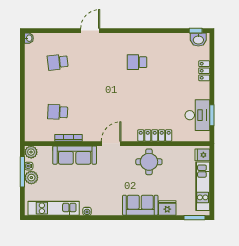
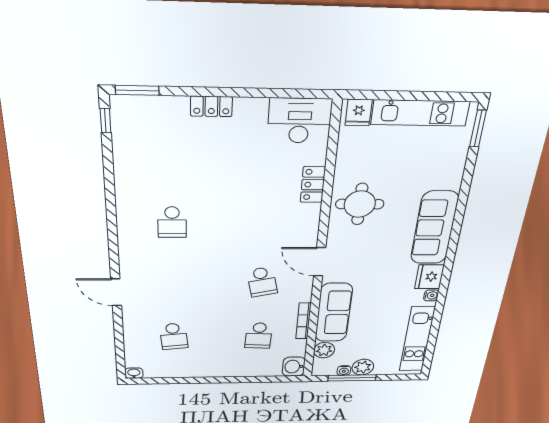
washbasin: (198, 40) -> (294, 367), moved, turned 180
locker: (204, 71) -> (211, 106), moved
school desk: (97, 112) -> (262, 282), added
desk: (197, 115) -> (300, 121), moved
window: (212, 115) -> (137, 90), moved
locker: (155, 135) -> (313, 185), width x0.66
plant: (31, 152) -> (324, 350), moved
sofa: (140, 205) -> (434, 228), width x1.36
fridge: (167, 208) -> (429, 277), moved

